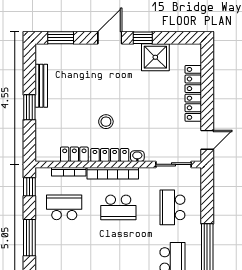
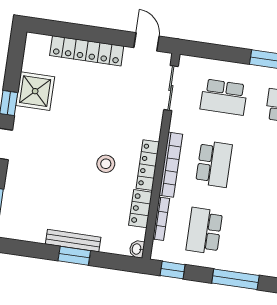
bench: (41, 86) -> (73, 241), moved
washbasin: (137, 156) -> (137, 249), moved

